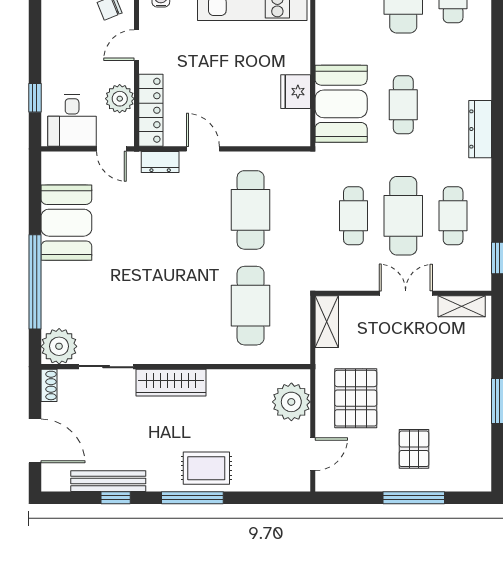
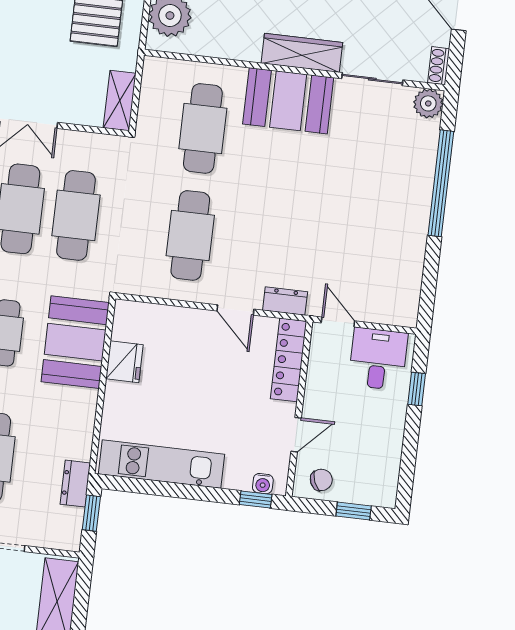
plant: (120, 99) -> (322, 377), removed
cafe table: (353, 216) -> (76, 215), width x1.37, depth x1.35
booth: (66, 223) -> (288, 101), moved, turned 90
plant: (59, 346) -> (428, 103), width x0.73, depth x0.73

